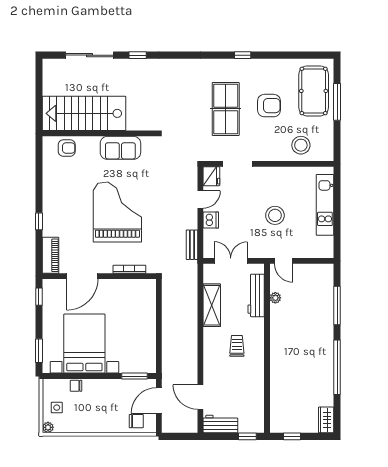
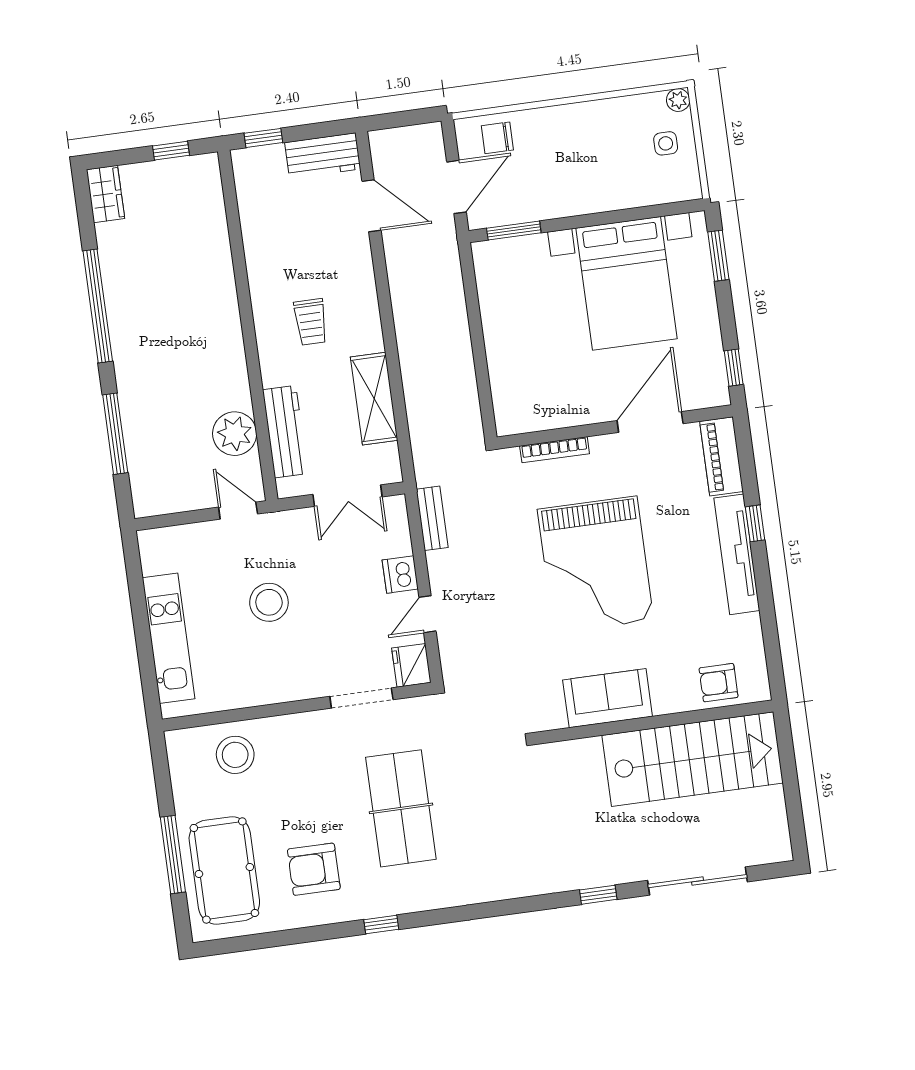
armchair: (269, 106) -> (314, 869), moved
tv unit: (50, 208) -> (737, 554), added
plant: (275, 298) -> (235, 434), width x1.87, depth x1.87
chair: (76, 386) -> (632, 194), removed

